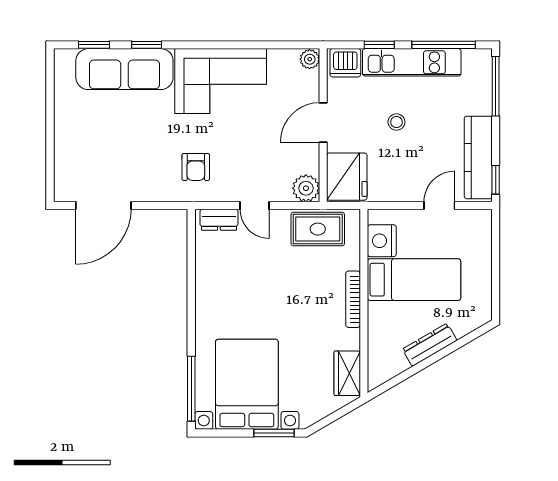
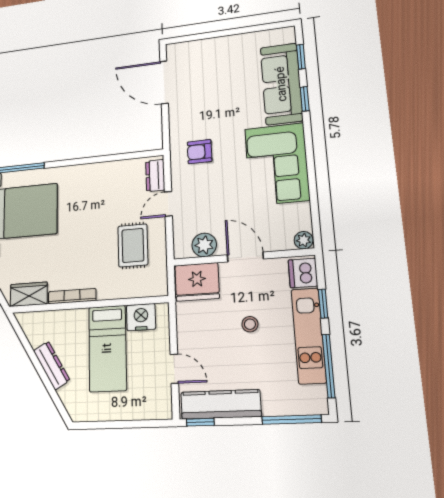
plant: (306, 188) -> (204, 245), moved
rug: (318, 229) -> (133, 245), moved
bookcase: (353, 299) -> (72, 296), moved

